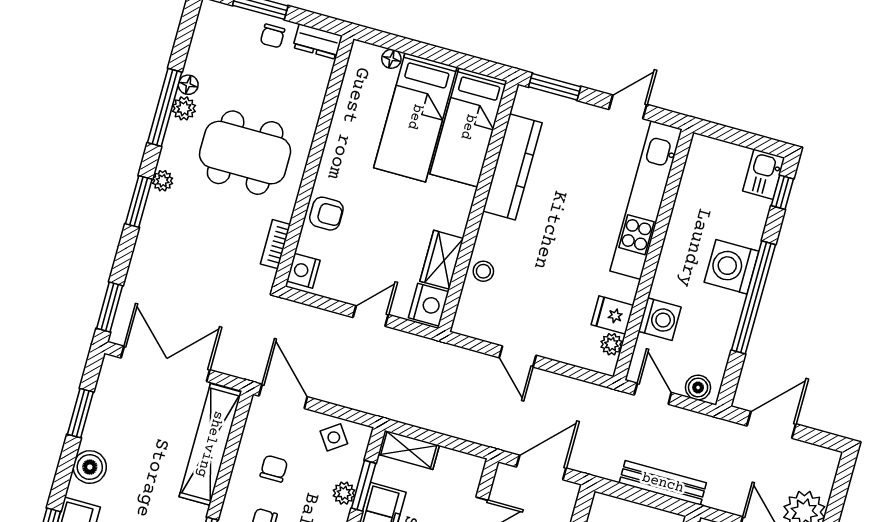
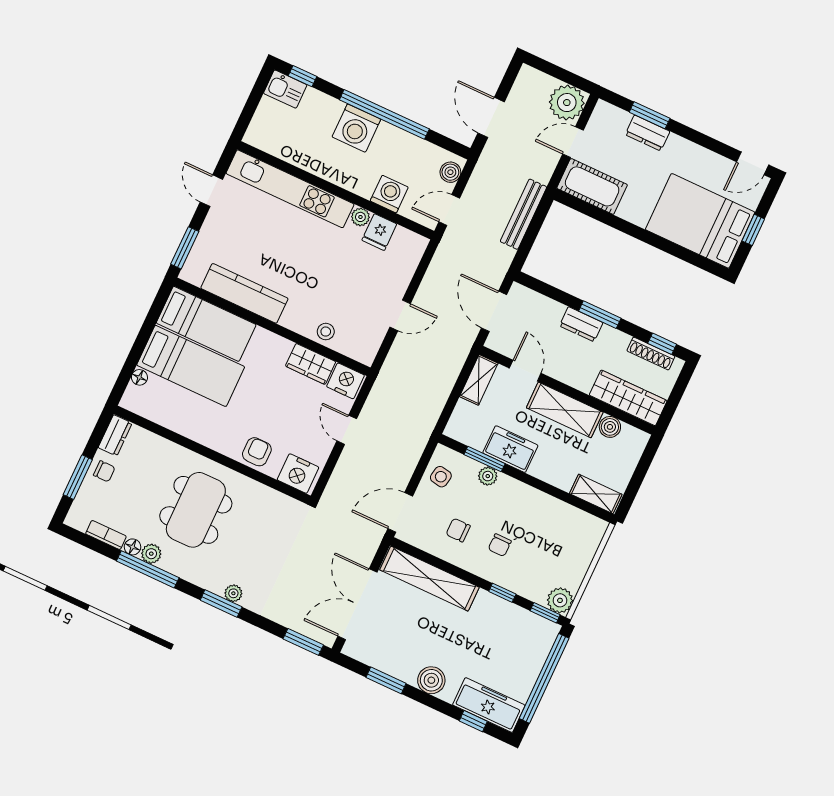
plant: (163, 181) -> (233, 593), moved
bookcase: (275, 244) -> (106, 535), moved, turned 180
nightstand: (303, 271) -> (298, 474), width x1.36, depth x1.33
plant: (612, 344) -> (360, 217), moved
side table: (334, 437) -> (441, 477), turned 45
shelving: (409, 450) -> (479, 380), moved

